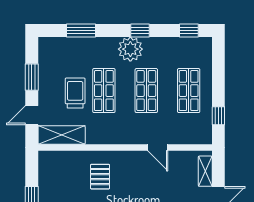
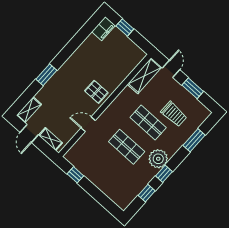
window: (189, 30) -> (147, 193), moved
shop shelf: (189, 91) -> (105, 171), removed
trolley: (75, 93) -> (174, 114), moved
pallet: (100, 177) -> (96, 92), moved

